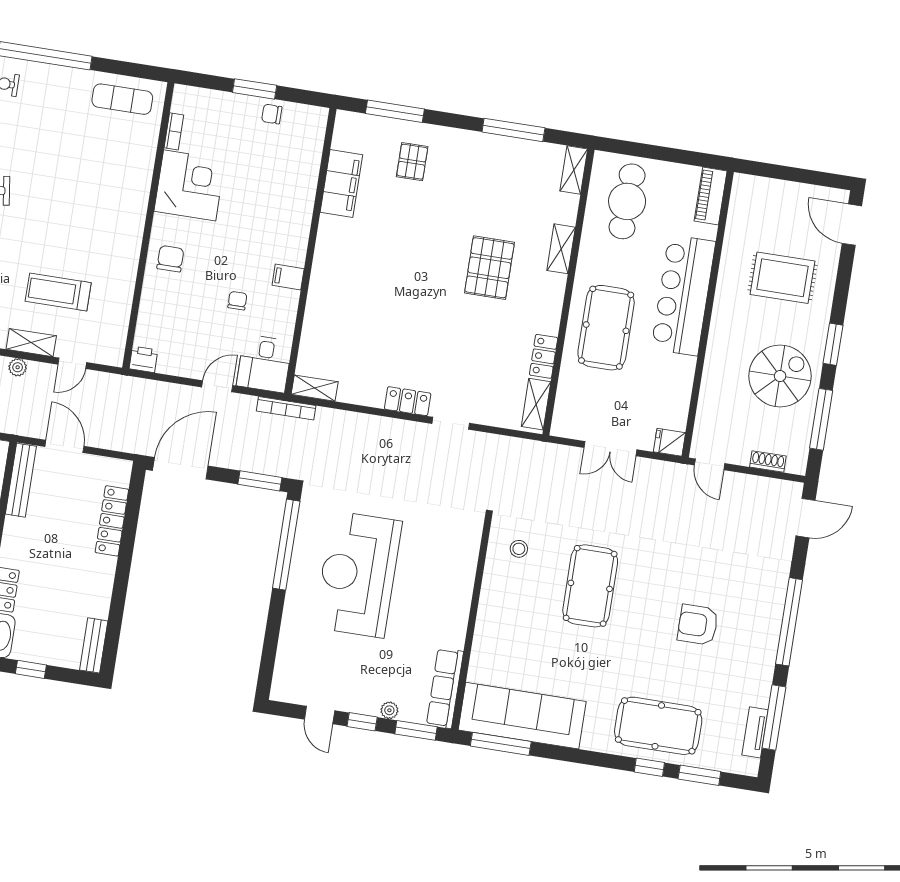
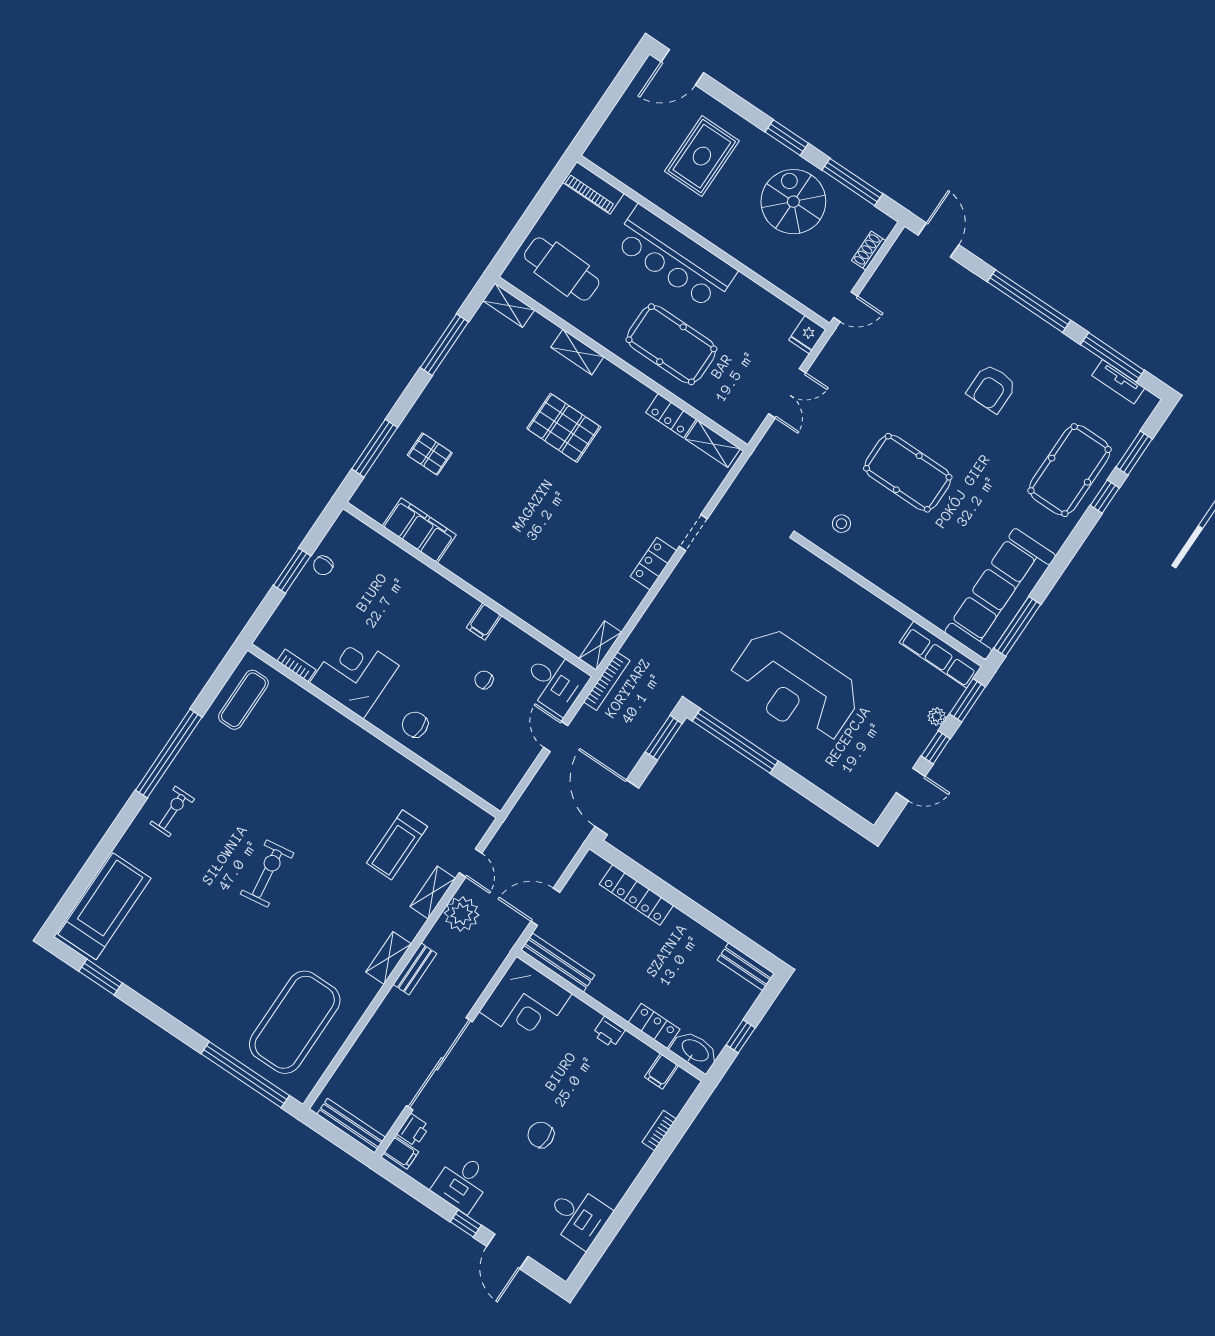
printer: (143, 359) -> (498, 794), removed
plant: (18, 367) -> (462, 914), width x1.88, depth x1.88

